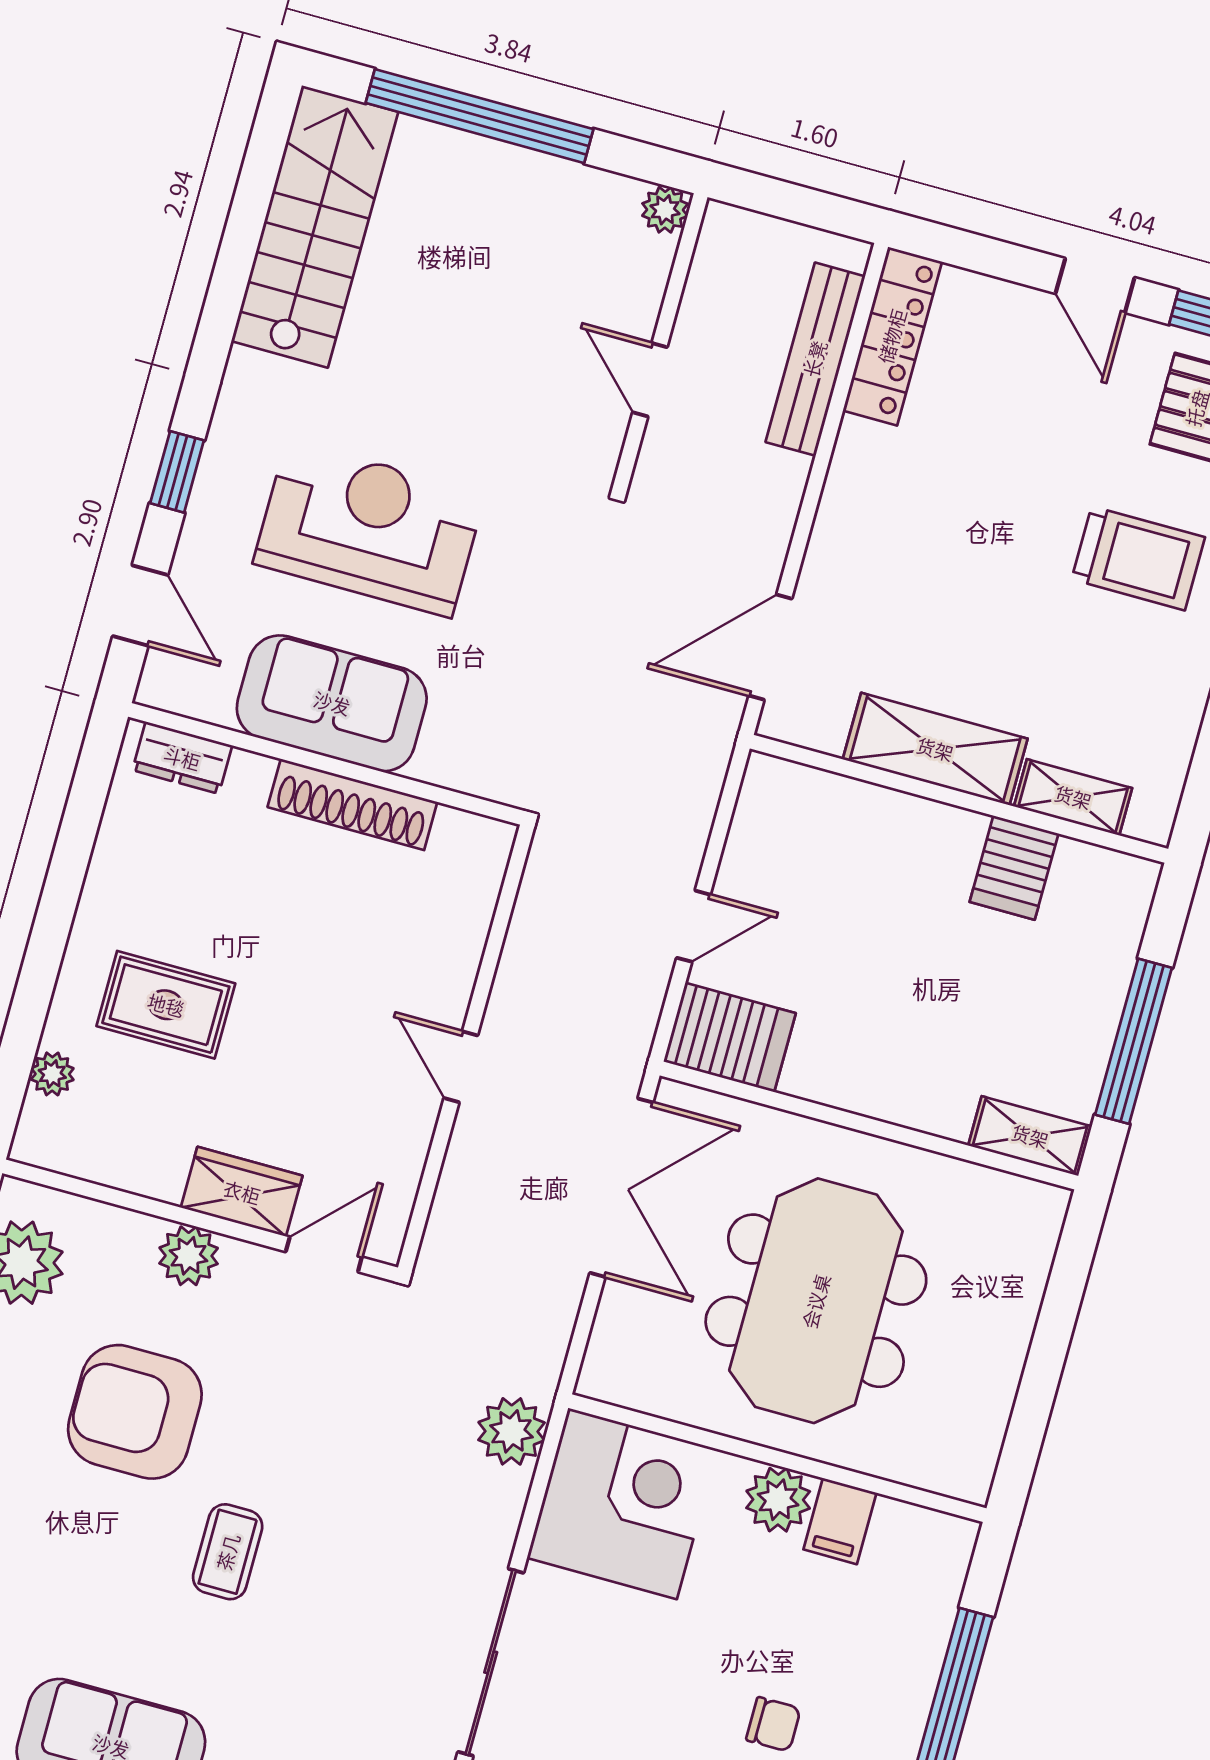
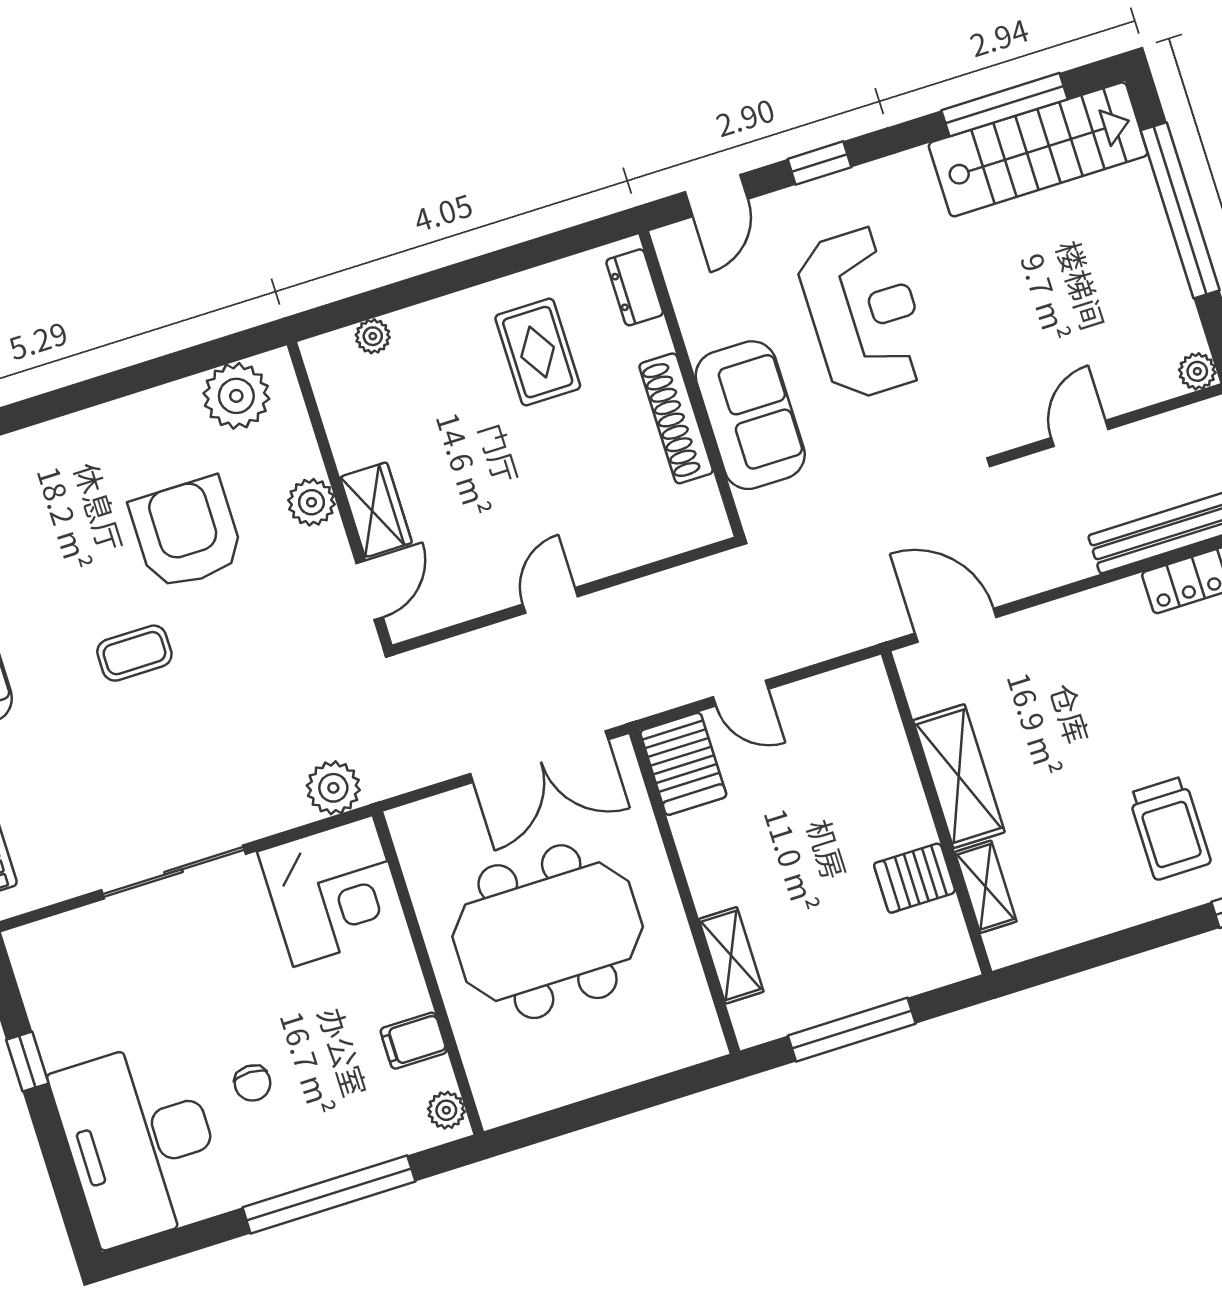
window: (243, 232) -> (1005, 105), added
sofa: (332, 703) -> (750, 415), moved
rug: (166, 1005) -> (538, 352), moved
shelving: (1030, 1136) -> (731, 955), moved
door: (324, 1254) -> (370, 590), hinge flipped
plant: (778, 1500) -> (446, 1110), moved, width x0.73, depth x0.73

